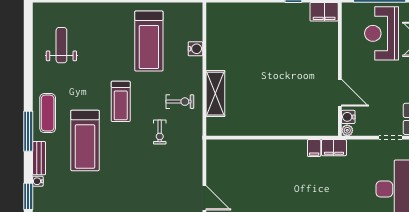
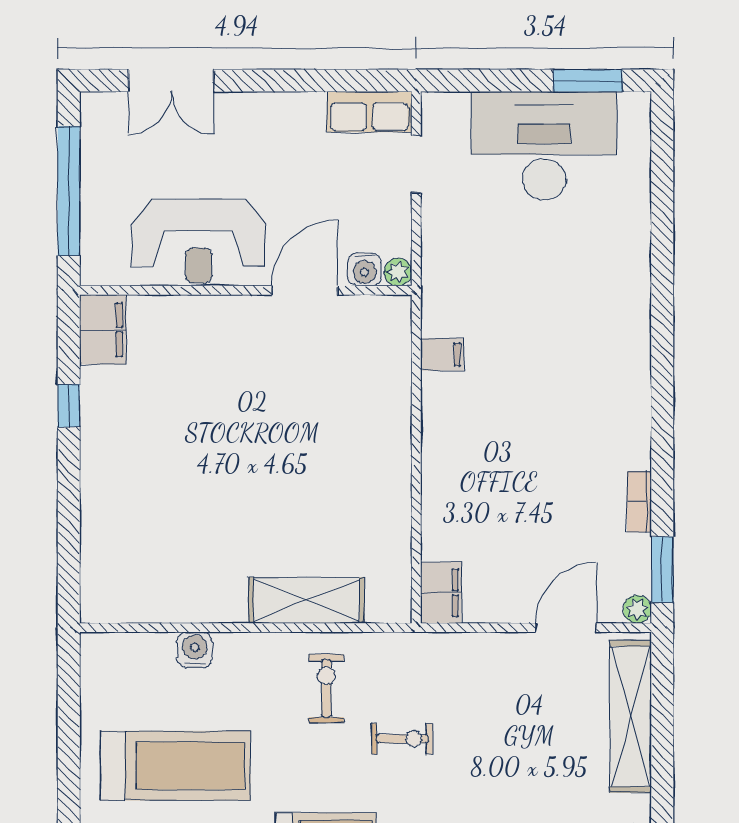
reception desk: (382, 33) -> (199, 241), moved
filing cabinet: (334, 148) -> (441, 593), moved

